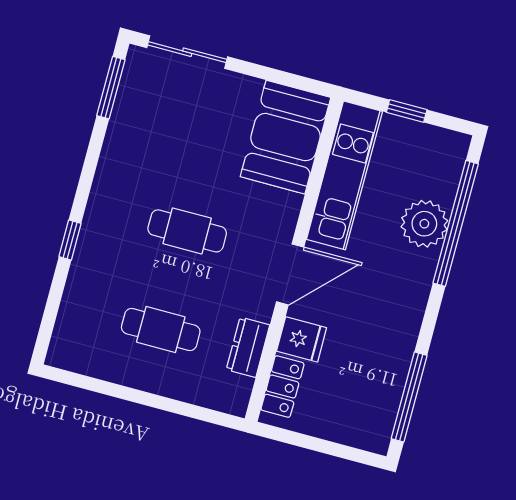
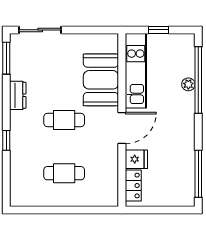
booth: (285, 137) -> (101, 80), moved
plant: (424, 224) -> (188, 84), width x0.53, depth x0.53
dresser: (248, 347) -> (18, 95), moved, turned 180

